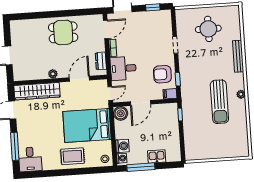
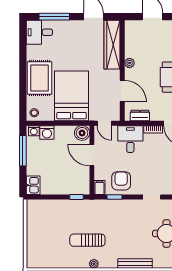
sun lounger: (219, 102) -> (87, 240), width x0.73, depth x0.75
rug: (72, 156) -> (40, 78), width x1.36, depth x1.43
kitchen sink: (157, 156) -> (33, 185), moved

